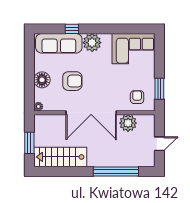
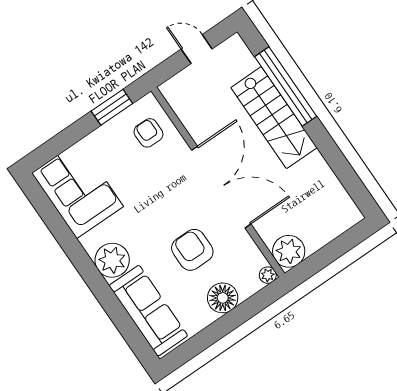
window: (72, 29) -> (112, 306), removed
armchair: (137, 97) -> (148, 133), turned 90
plant: (128, 123) -> (289, 251), moved
window: (29, 143) -> (333, 251), removed
stairs: (60, 157) -> (274, 118), moved

